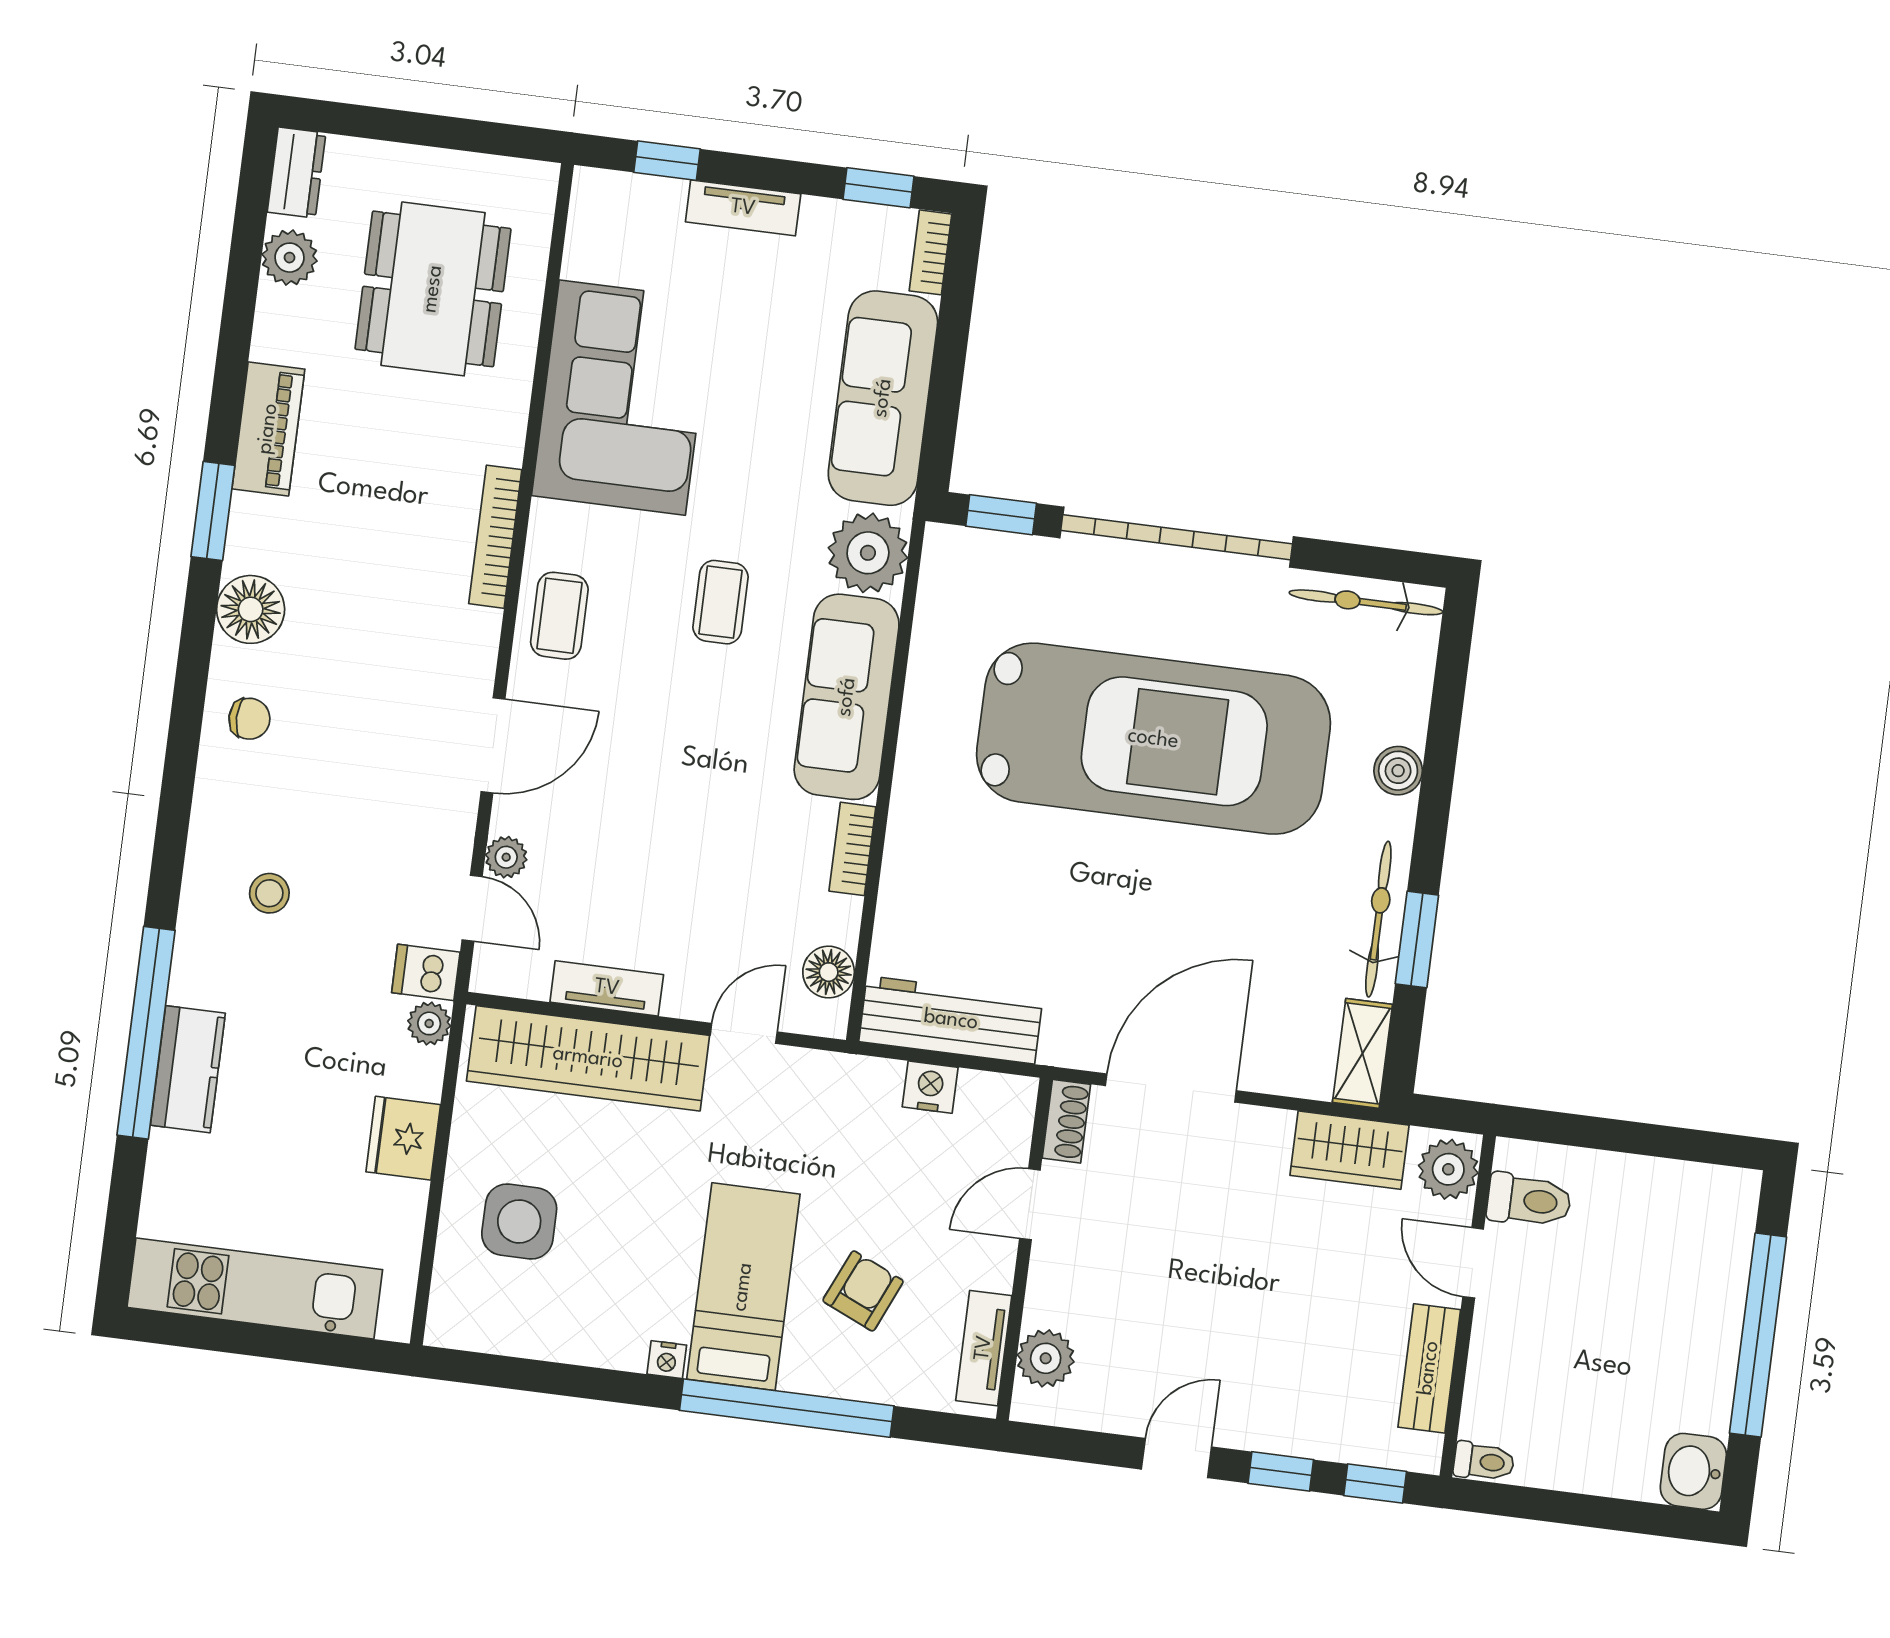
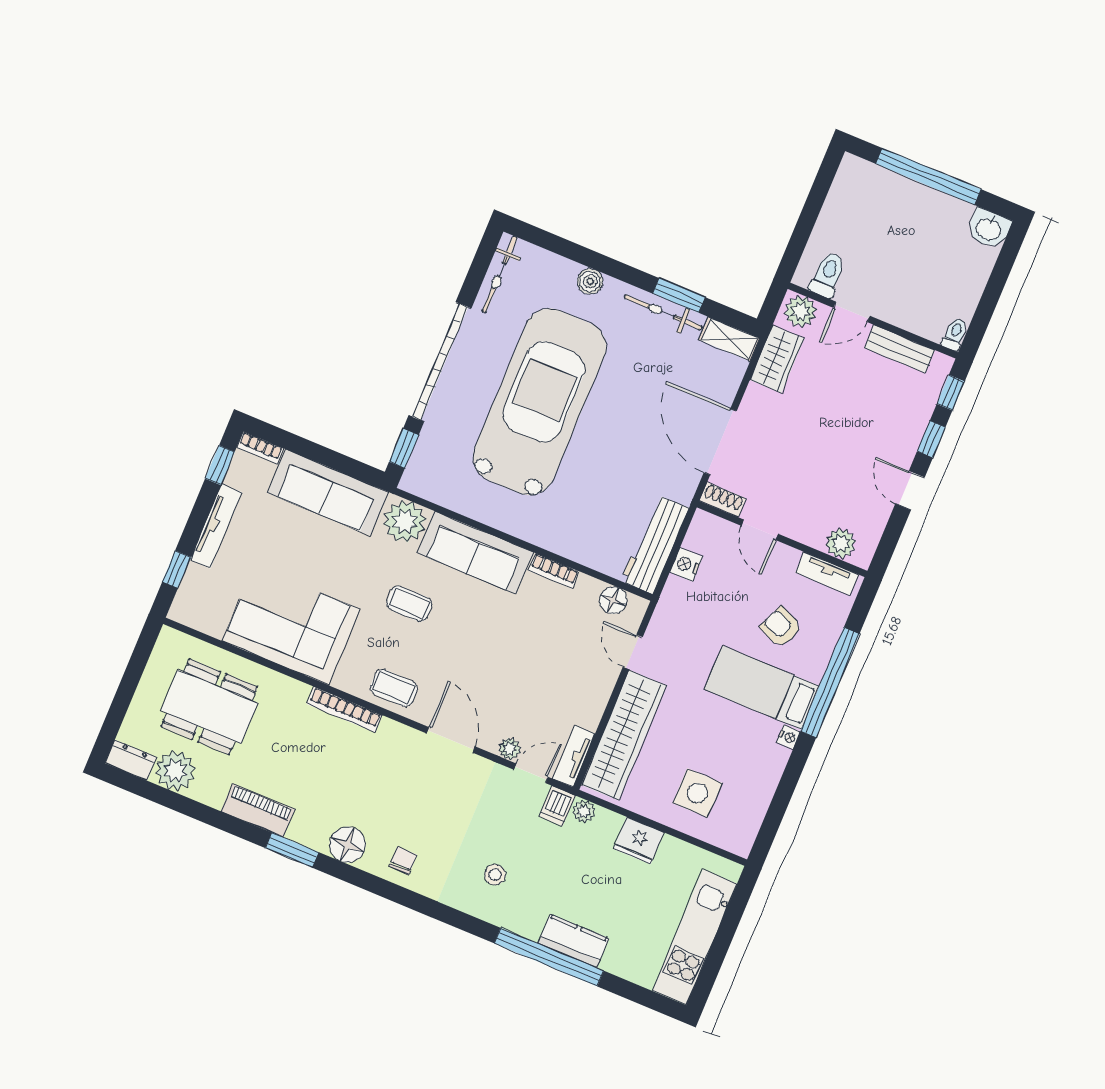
tv unit: (743, 208) -> (216, 526), width x1.41
plant: (290, 258) -> (175, 771), width x1.36, depth x1.36
tv unit: (607, 988) -> (574, 756), moved

